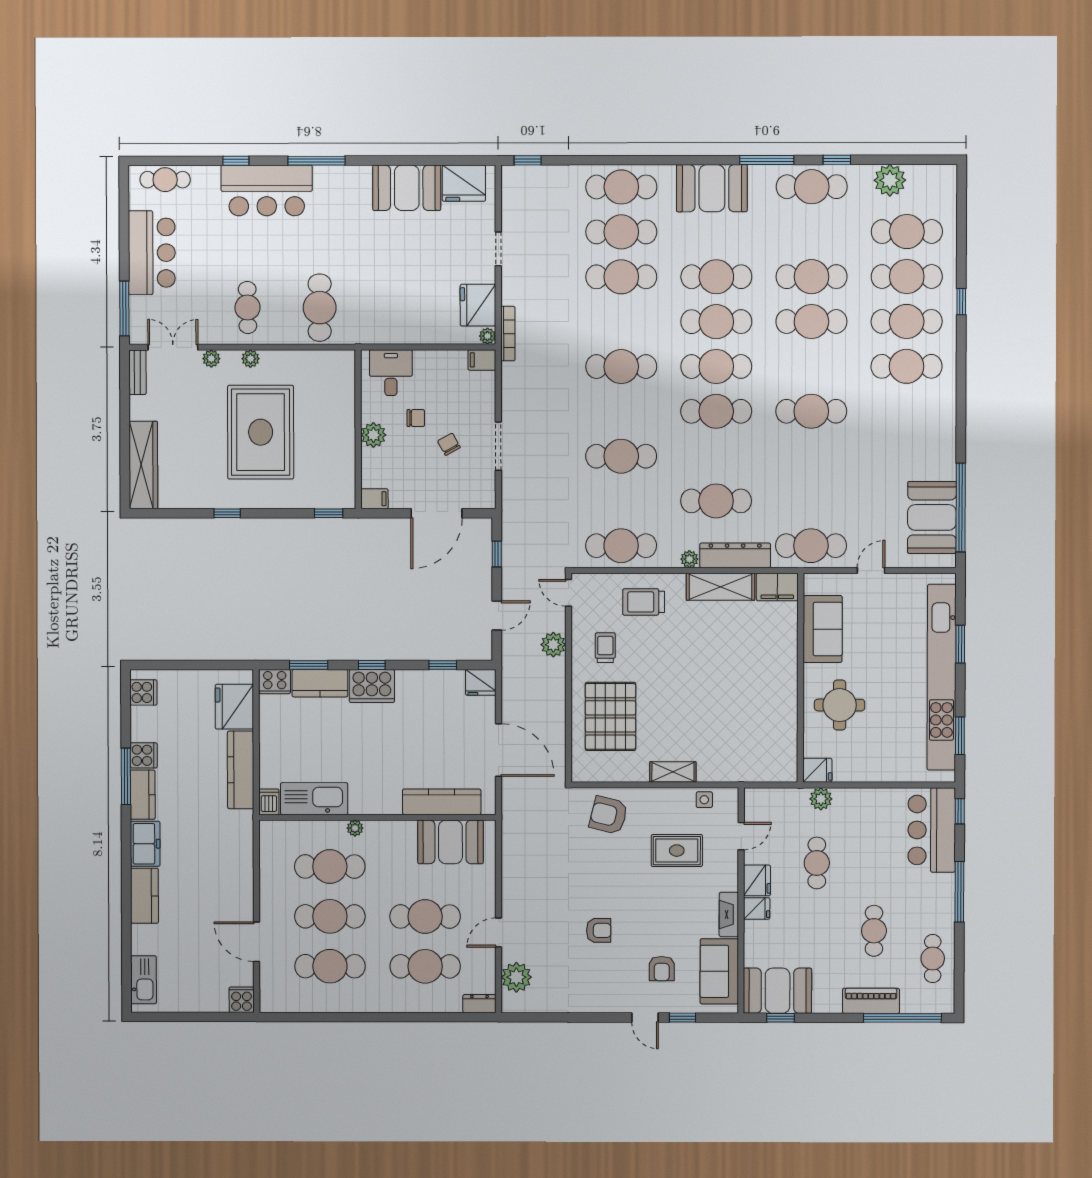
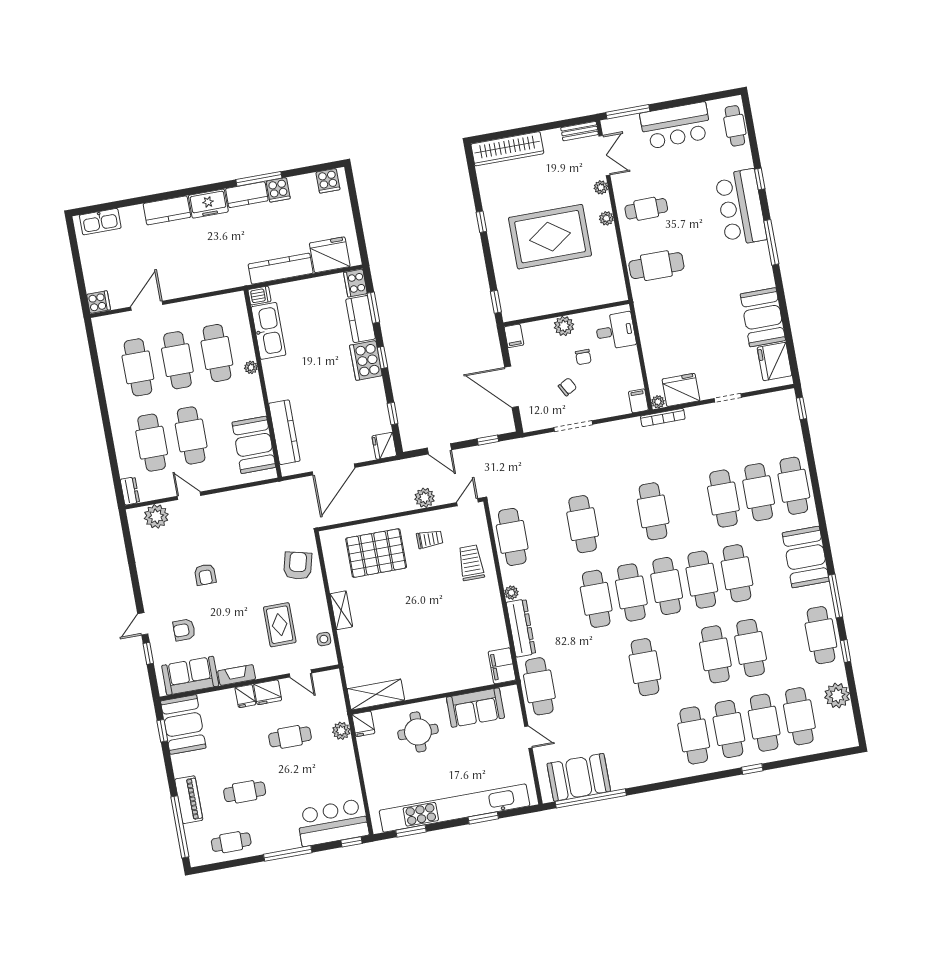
cafe table: (716, 501) -> (596, 599), moved
shelving: (721, 587) -> (376, 694), moved, turned 90

